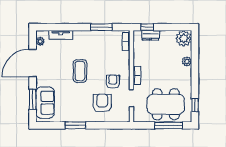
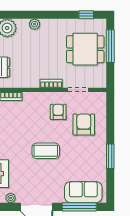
armchair: (113, 81) -> (58, 112), turned 90
window: (33, 99) -> (79, 207), width x1.44
armchair: (102, 103) -> (84, 125), turned 90
dining table: (166, 104) -> (85, 49), width x0.73

